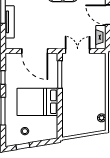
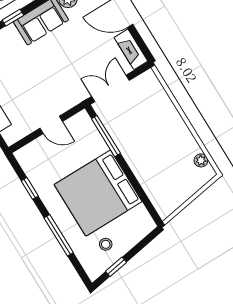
door: (35, 51) -> (51, 125), width x0.53
bed: (37, 102) -> (98, 193), width x1.36

